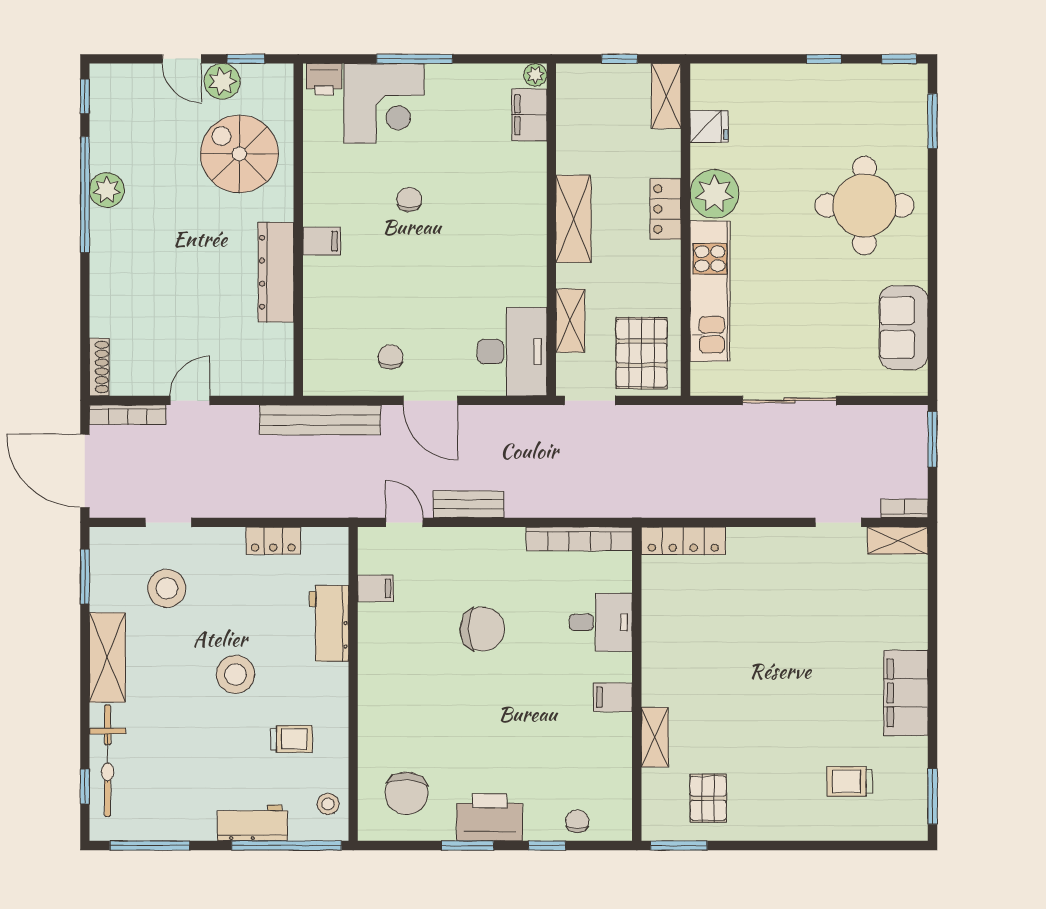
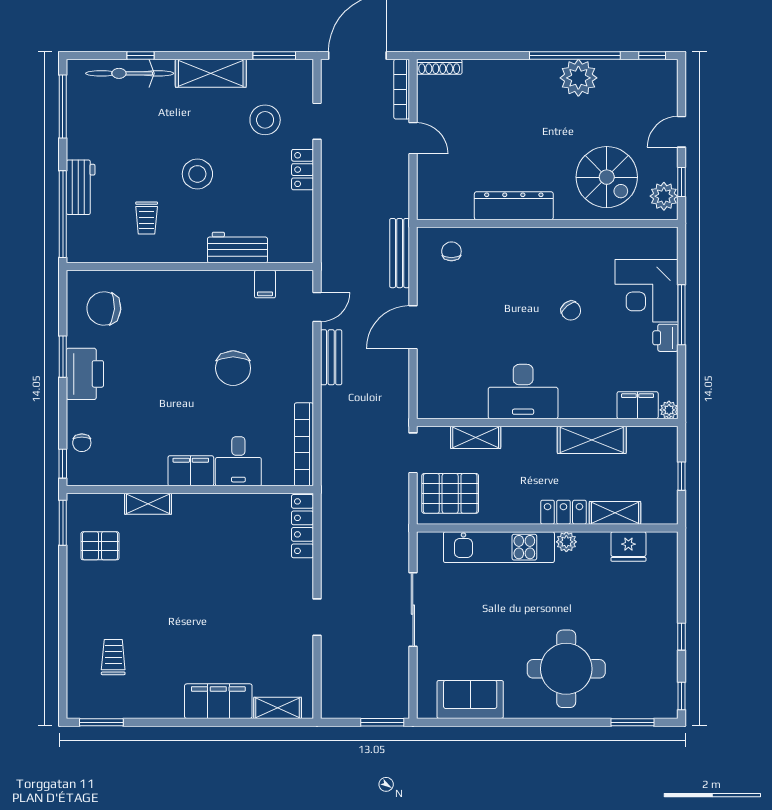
printer: (324, 79) -> (665, 338), moved
plant: (222, 81) -> (664, 196), moved
shelving: (666, 96) -> (615, 513), moved
fridge: (709, 126) -> (628, 546), width x1.38
spiral stairs: (239, 154) -> (607, 177), turned 90
plant: (107, 190) -> (578, 78), width x1.36, depth x1.36
plant: (714, 194) -> (566, 542), width x0.53, depth x0.53
chair: (409, 200) -> (571, 311), turned 51
shelving: (573, 219) -> (592, 440), moved
filing cabinet: (322, 241) -> (538, 242), removed
desk: (512, 352) -> (523, 392), moved
chair: (391, 357) -> (451, 251), moved, turned -90
bench: (320, 420) -> (400, 253), width x0.73, depth x0.82
bookcase: (904, 508) -> (328, 700), removed
doorway: (838, 522) -> (317, 617), moved
shelving: (898, 540) -> (278, 708), moved, turned 90
locker: (273, 541) -> (303, 170), moved
filing cabinet: (906, 693) -> (218, 701), moved
filing cabinet: (613, 697) -> (191, 471), width x2.00
window: (85, 786) -> (141, 55), moved
stool: (328, 804) -> (95, 247), removed
chair: (577, 821) -> (82, 443), turned 90
window: (547, 846) -> (63, 464), moved

